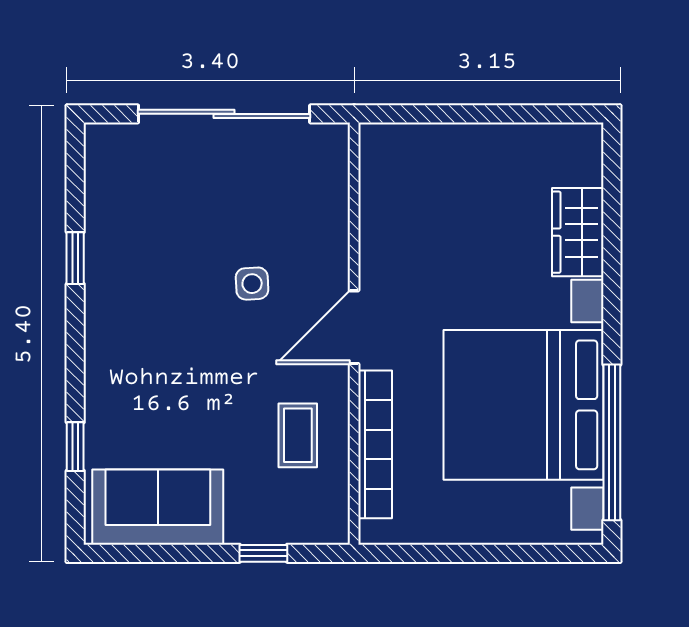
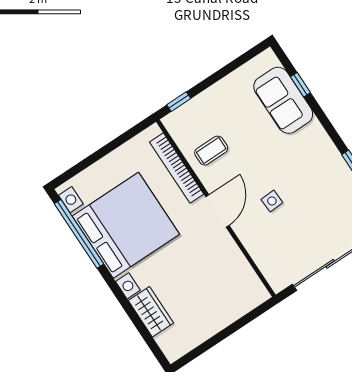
coffee table: (298, 435) -> (211, 151), turned 90
sofa: (158, 507) -> (283, 100), moved, turned 90
window: (263, 553) -> (179, 102), moved

